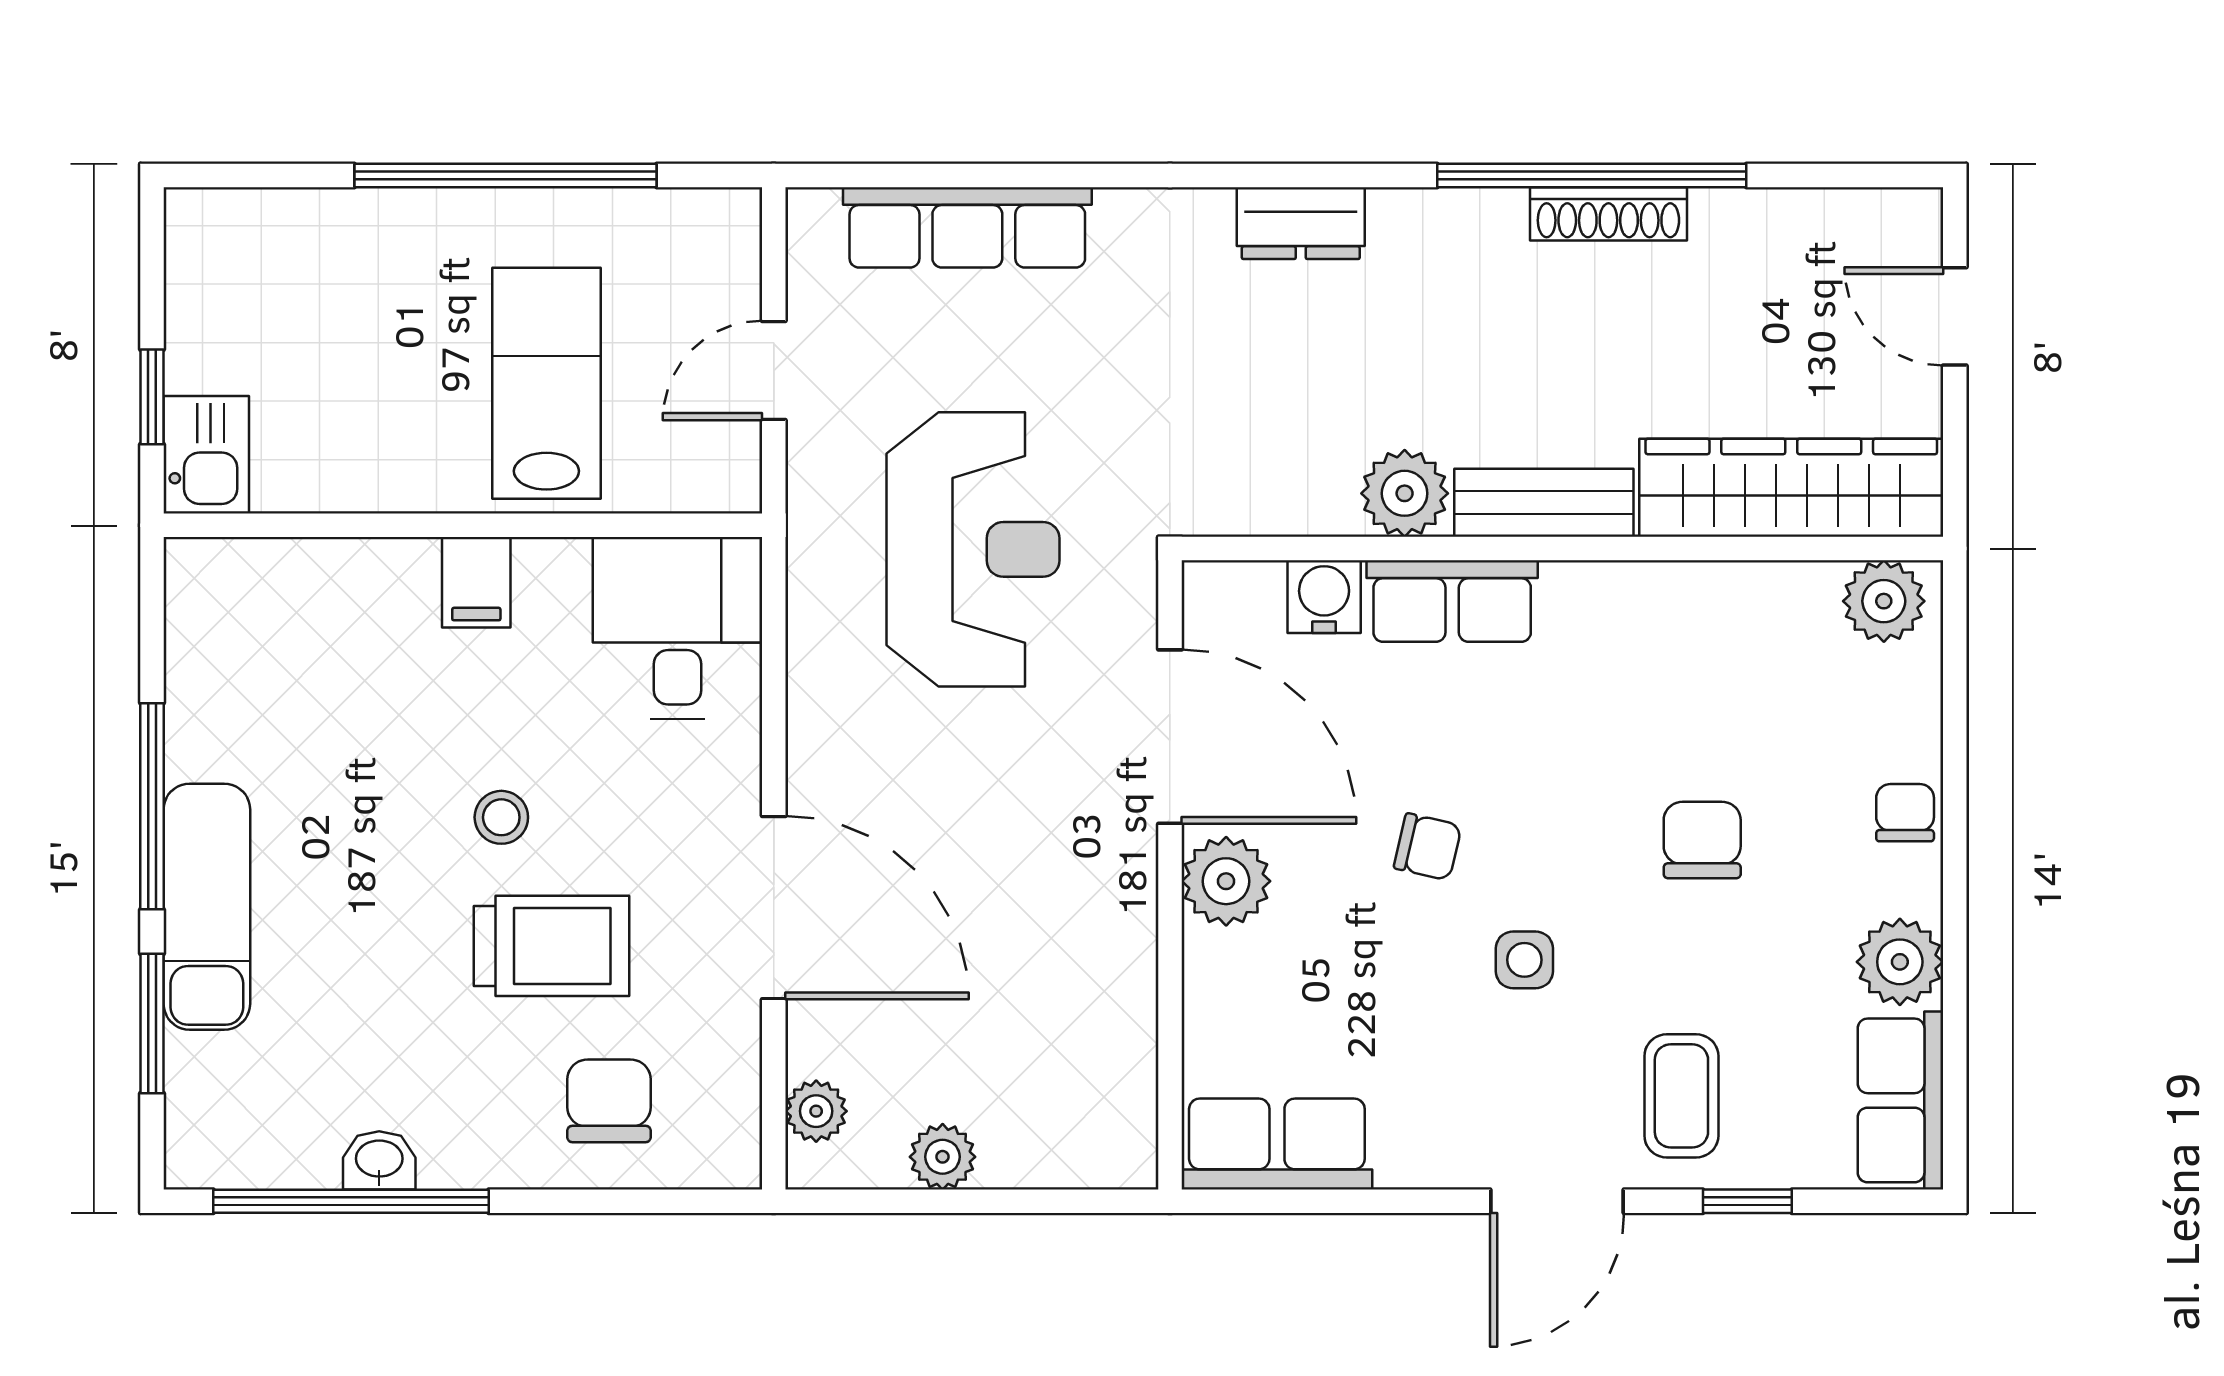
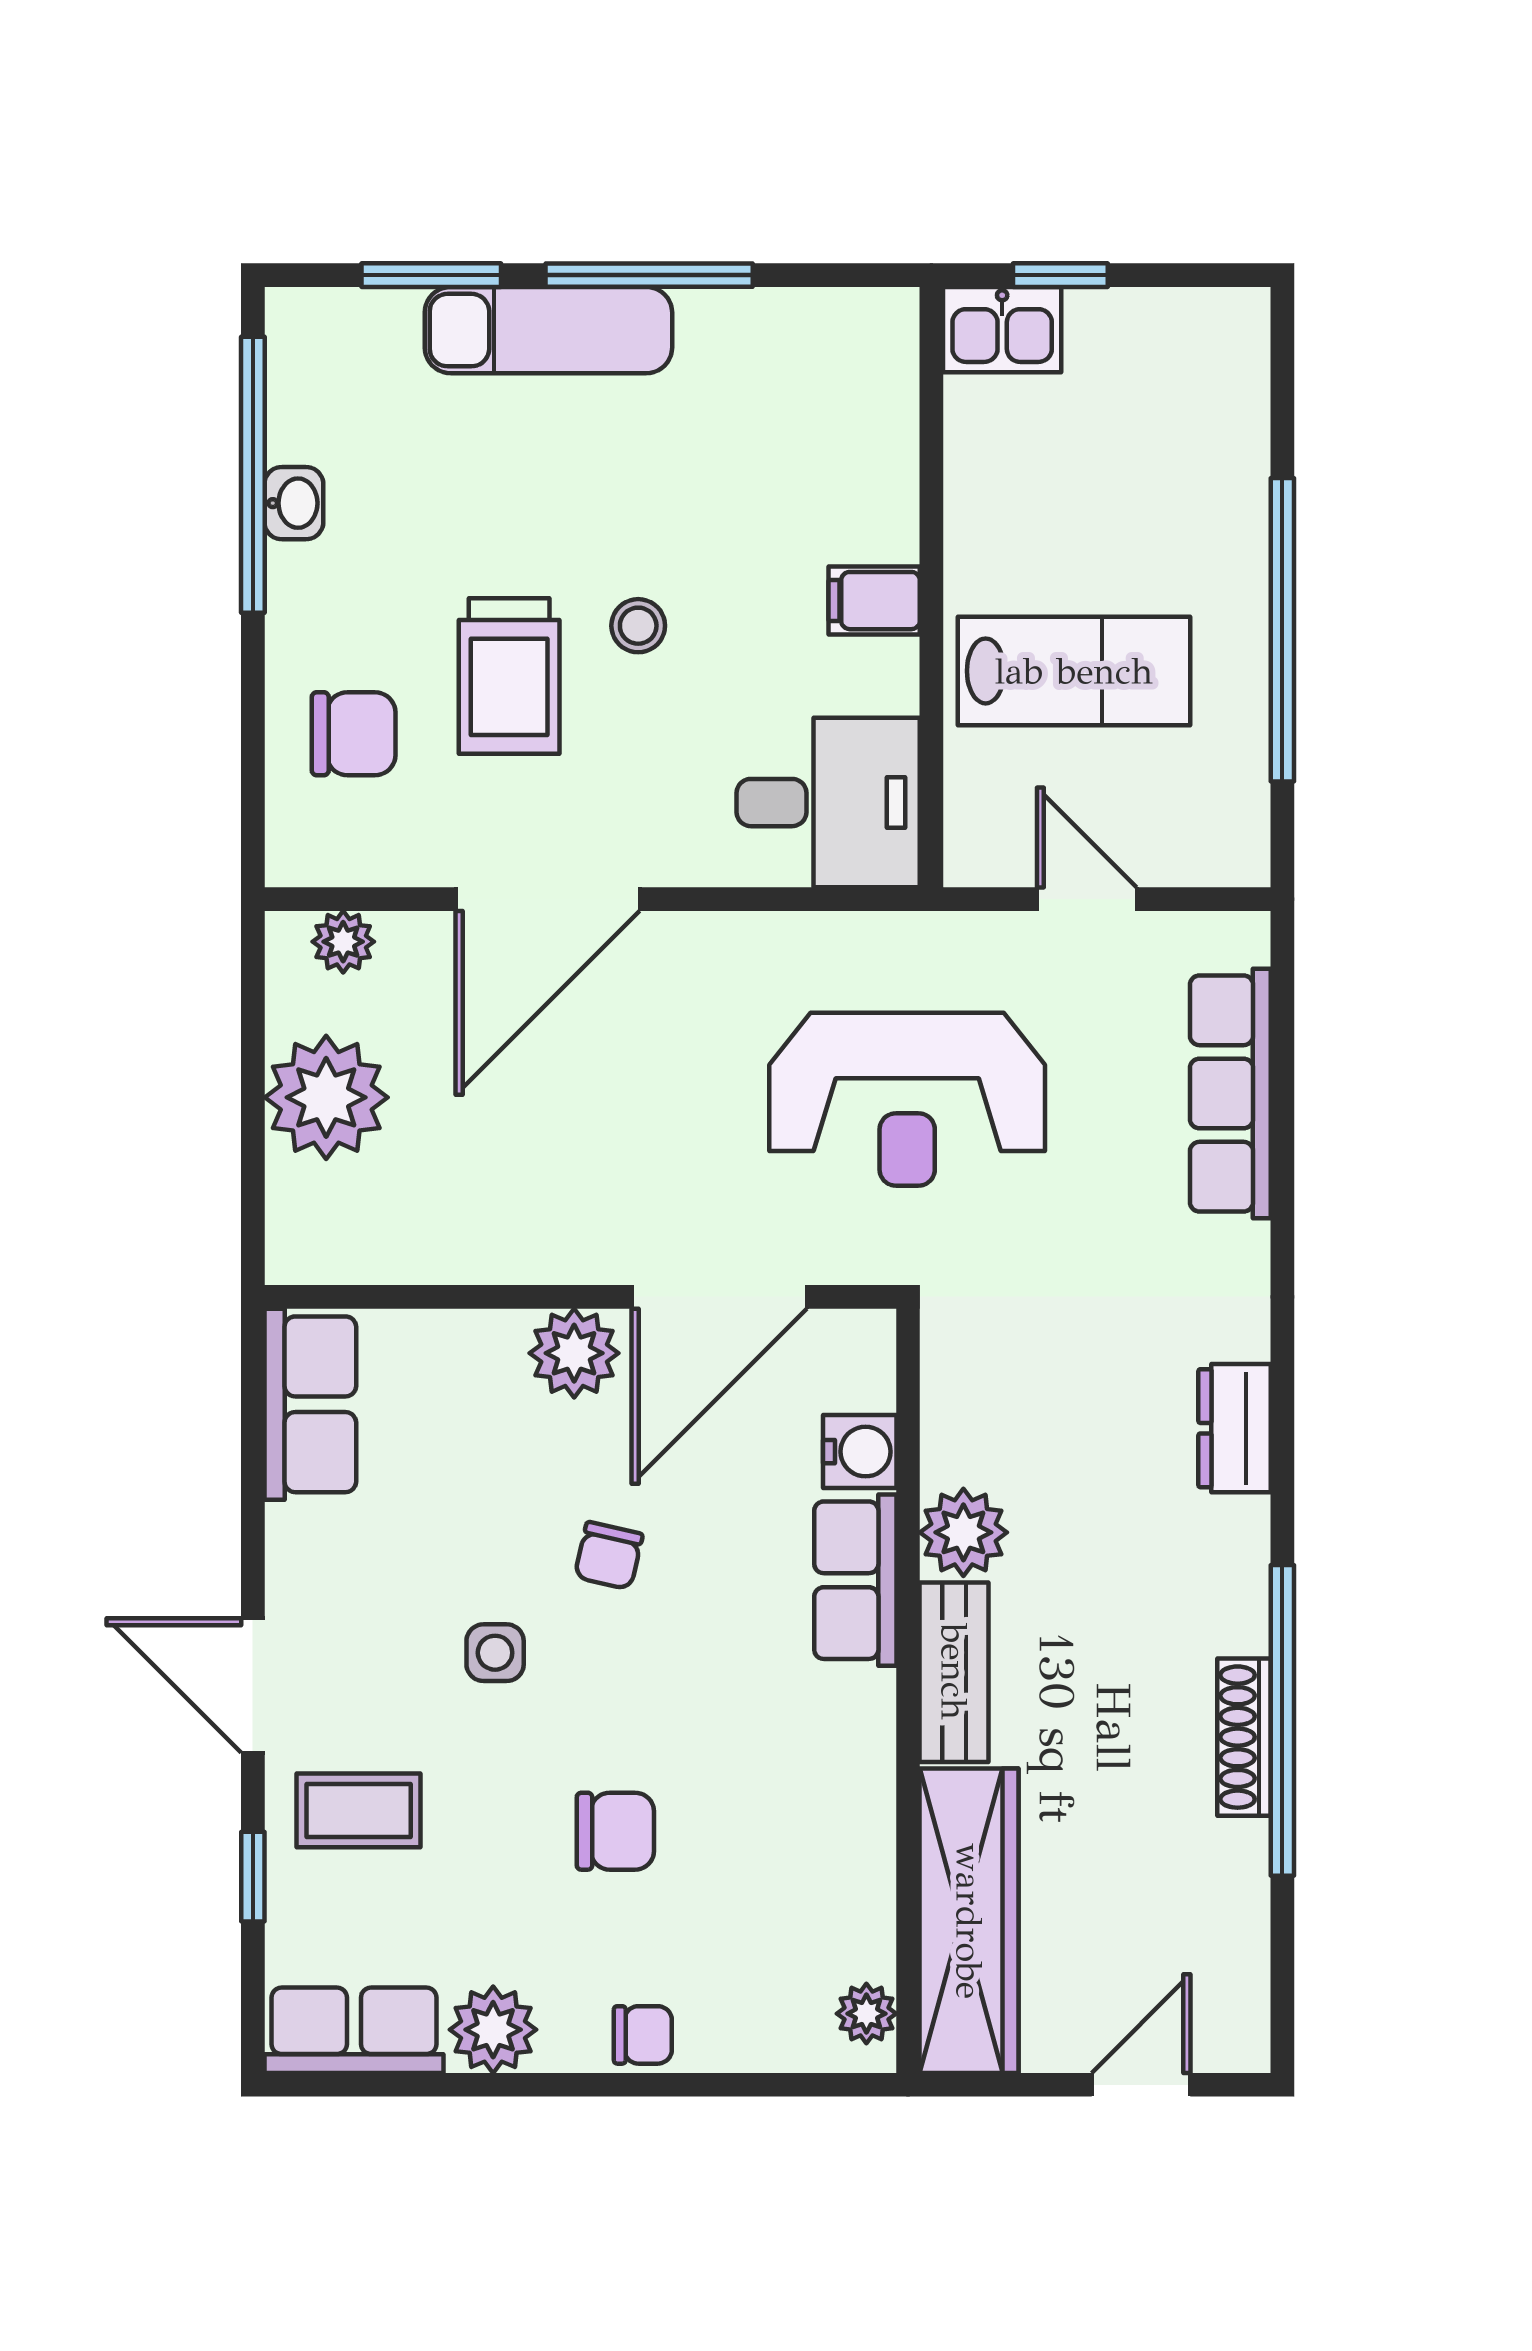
plant: (1884, 601) -> (866, 2014), width x0.73, depth x0.73
plant: (943, 1157) -> (326, 1097), width x1.87, depth x1.87

